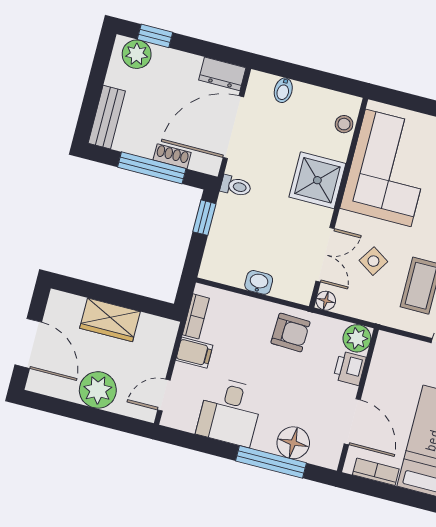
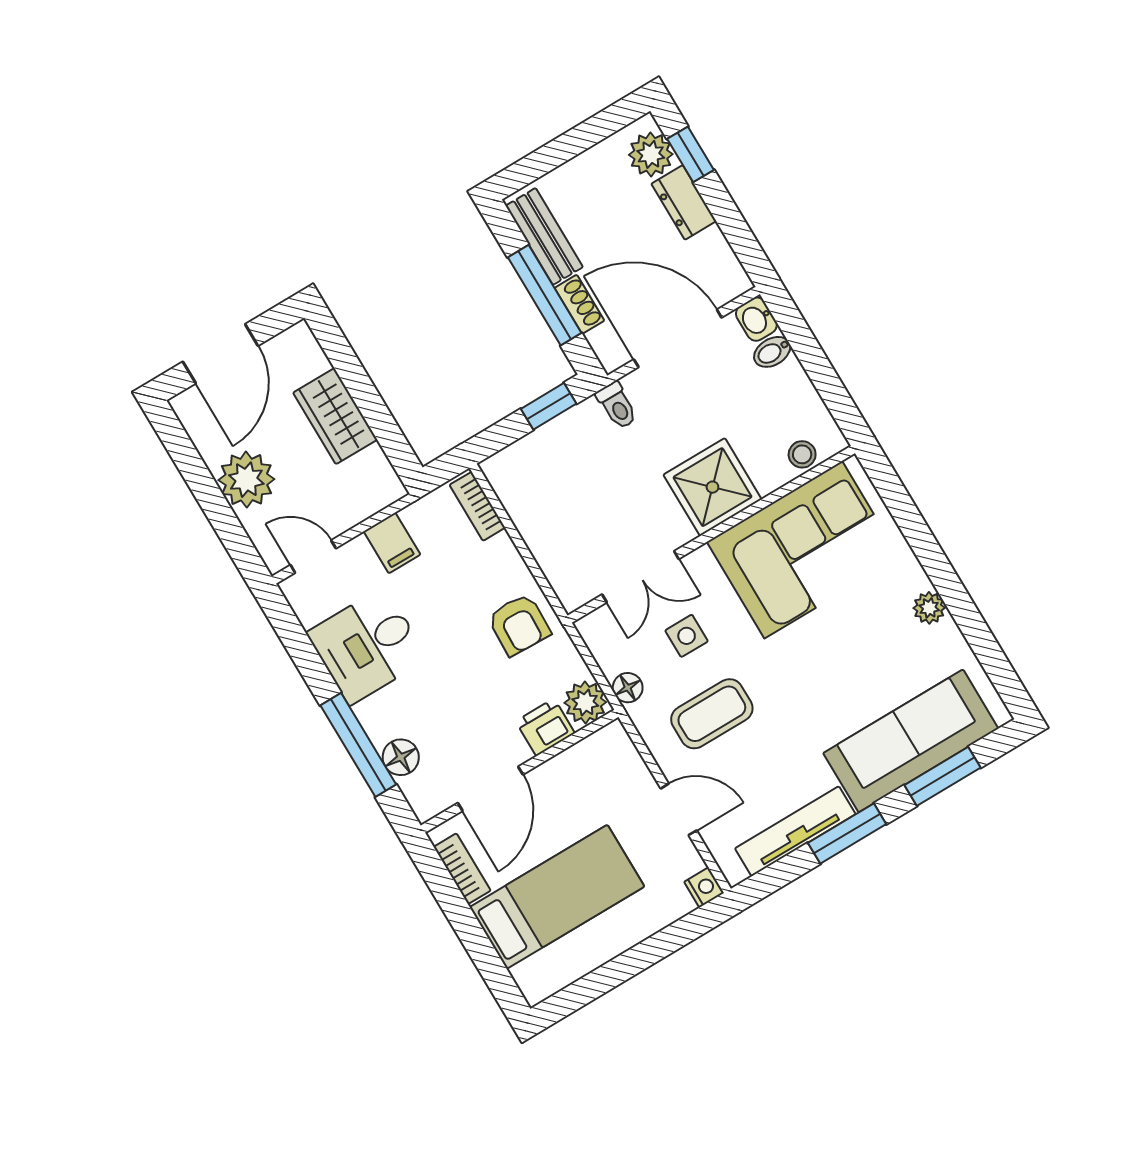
dresser: (222, 74) -> (684, 202), moved
bench: (107, 117) -> (544, 236), moved, turned 90
side table: (373, 261) -> (687, 636), turned -33
washbasin: (259, 282) -> (756, 319), moved, turned 180
floor lamp: (326, 301) -> (628, 688), moved
bookcase: (196, 316) -> (477, 506), moved, turned 90
floor lamp: (293, 443) -> (401, 757), width x0.73, depth x0.73

